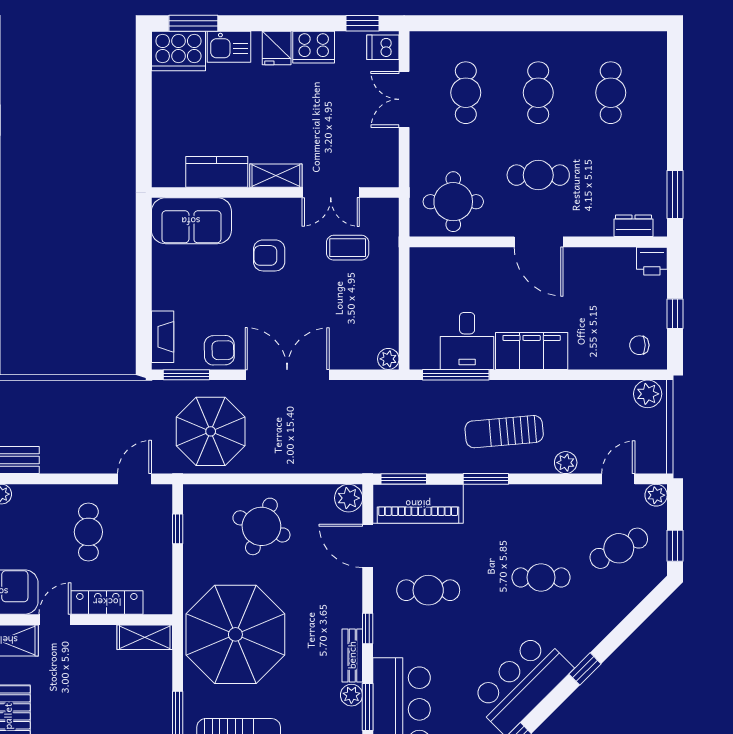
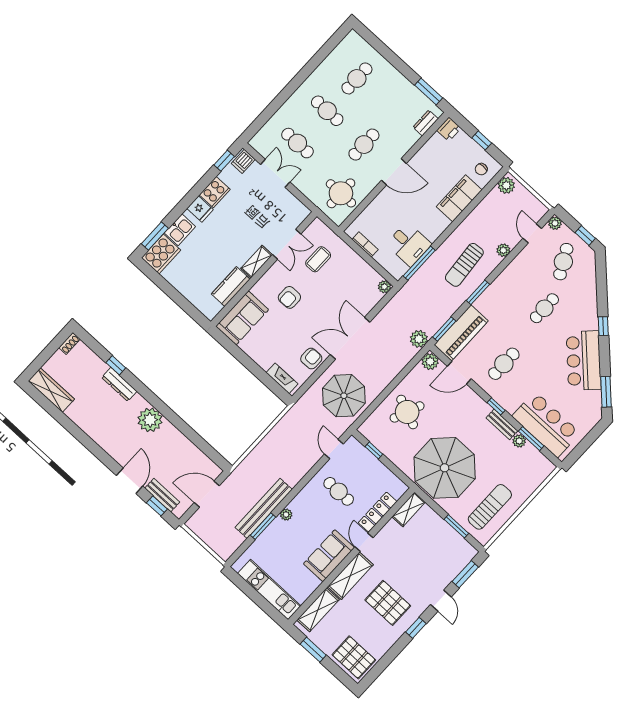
cafe table: (611, 93) -> (357, 78), turned 90
double door: (404, 99) -> (275, 173), swing flipped
bookcase: (418, 288) -> (365, 244), added
filing cabinet: (532, 351) -> (459, 198), moved
window: (186, 375) -> (309, 383), removed
plant: (363, 459) -> (419, 339), added

